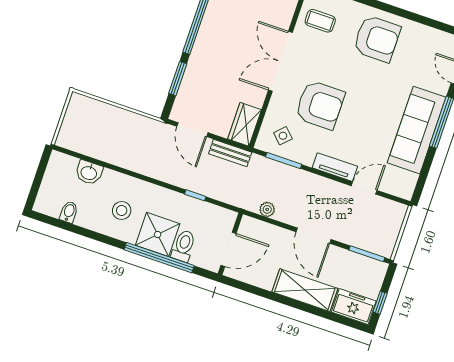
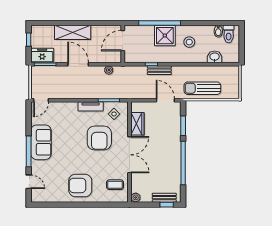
armchair: (320, 105) -> (99, 138), turned -90
wardrobe: (245, 124) -> (137, 124), moved
sun lounger: (126, 129) -> (202, 88), added
sofa: (417, 130) -> (41, 142), width x0.73
bench: (230, 153) -> (159, 70), moved
tv unit: (335, 167) -> (91, 106), moved
door: (364, 188) -> (41, 100), moved
toilet: (184, 246) -> (229, 34), moved
freezer: (354, 306) -> (42, 56), moved, turned 180

